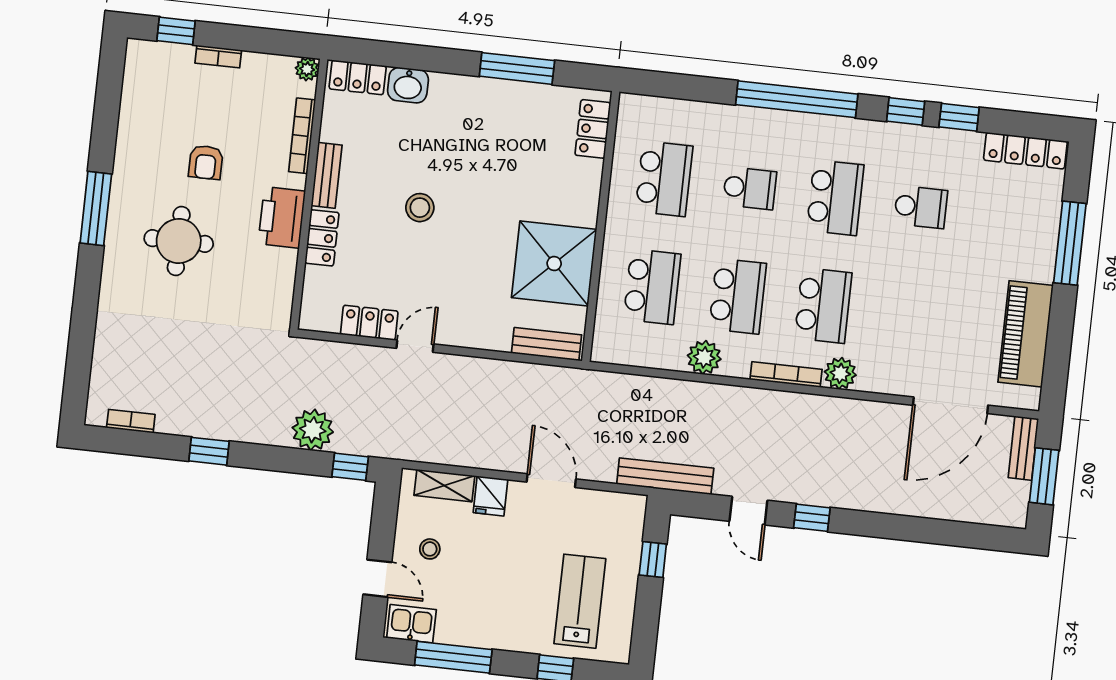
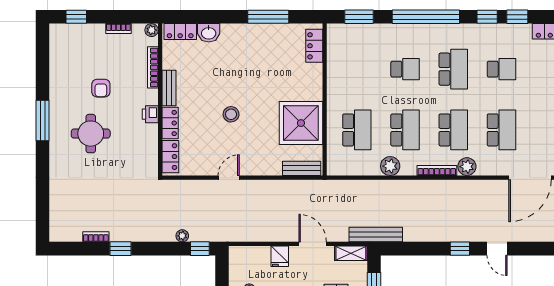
bookcase: (218, 57) -> (118, 29), moved
window: (678, 86) -> (359, 17), added
school desk: (664, 179) -> (501, 130), moved
stool: (420, 208) -> (231, 114), moved
printer: (282, 217) -> (150, 114), width x0.53, depth x0.68
locker: (369, 323) -> (170, 157), moved, turned 90
bookcase: (131, 421) -> (96, 237), moved
plant: (313, 430) -> (182, 236), width x0.53, depth x0.53
shelving: (444, 486) -> (351, 253), moved
door: (748, 511) -> (497, 249), moved

